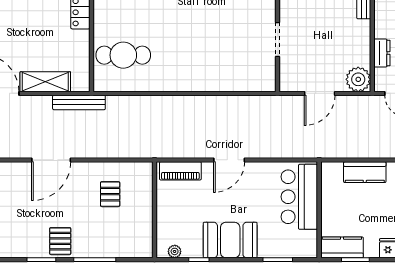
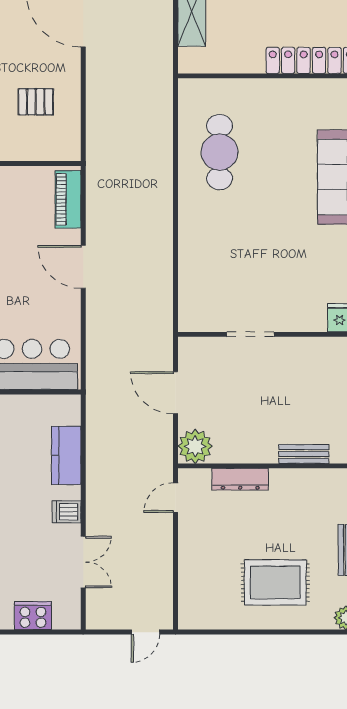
dresser: (382, 53) -> (240, 479), width x1.44
cafe table: (123, 55) -> (220, 152), moved
bench: (79, 102) -> (163, 59), removed

